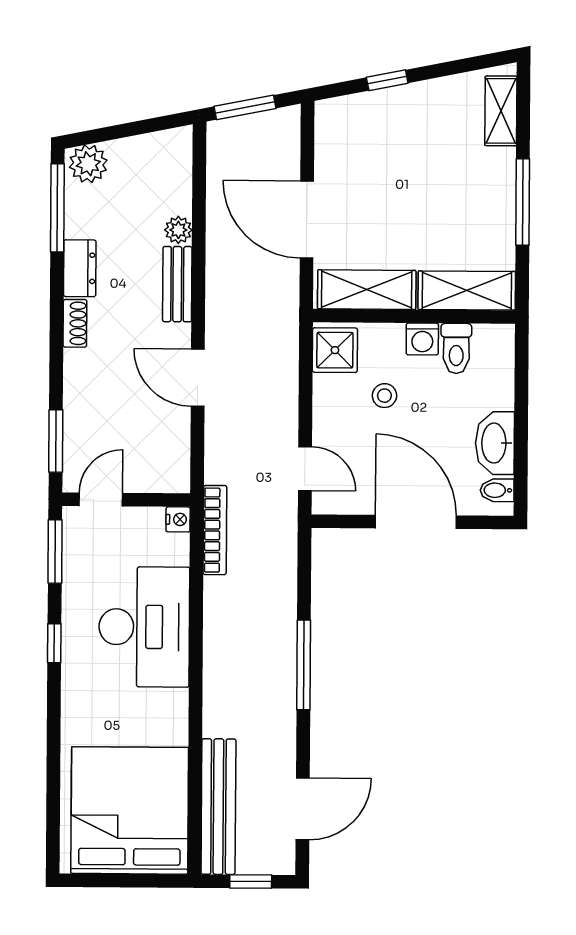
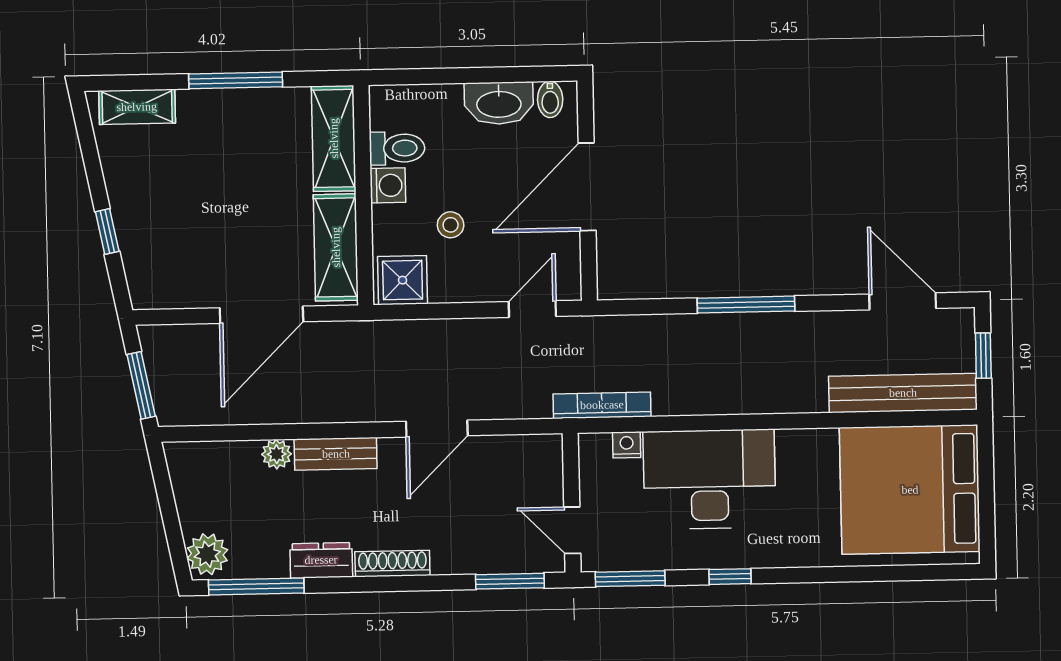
shoe rack: (75, 323) -> (392, 564), width x1.43
nightstand: (178, 519) -> (627, 445), moved

